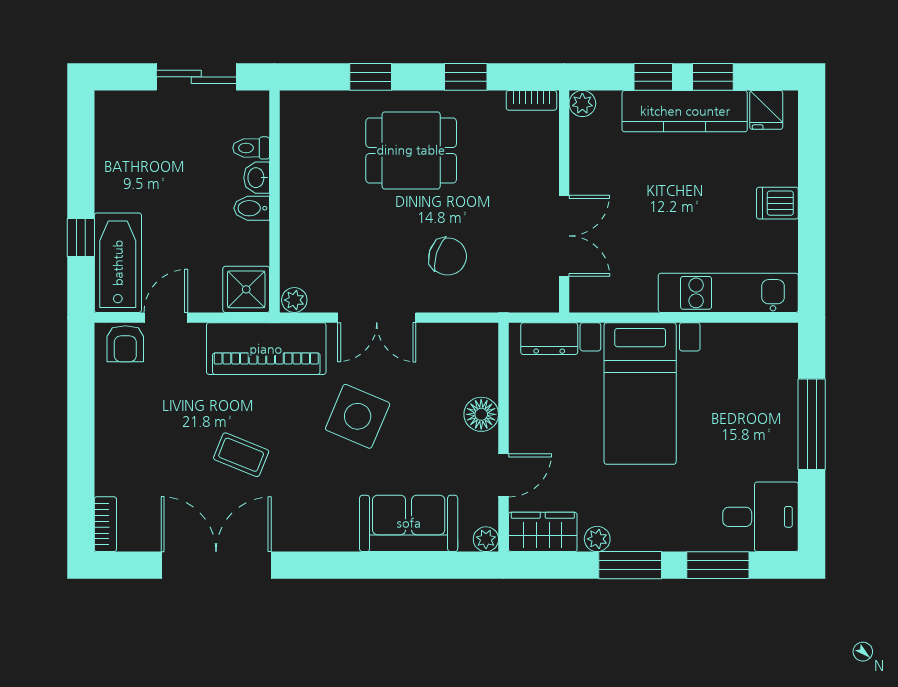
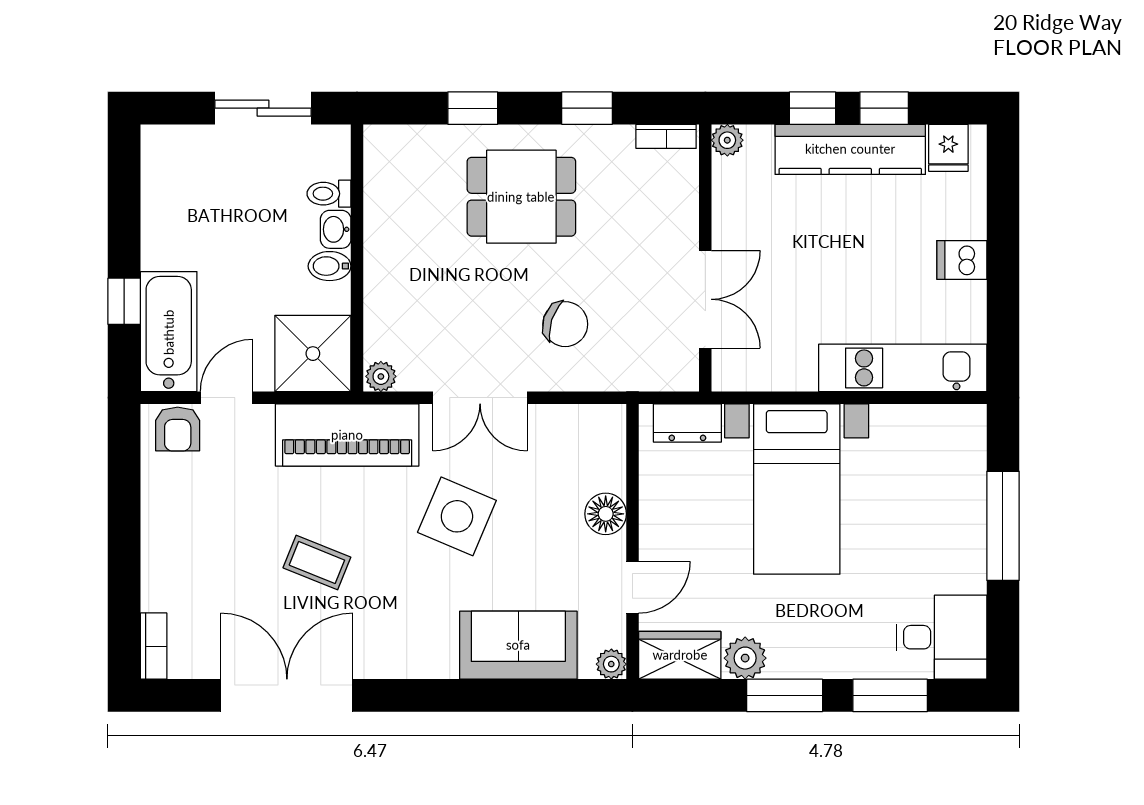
shower: (246, 289) -> (313, 354), width x1.36, depth x1.36
plant: (597, 539) -> (745, 658), width x1.38, depth x1.38

